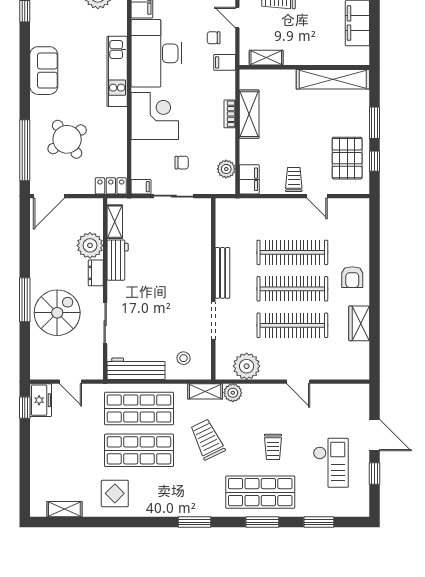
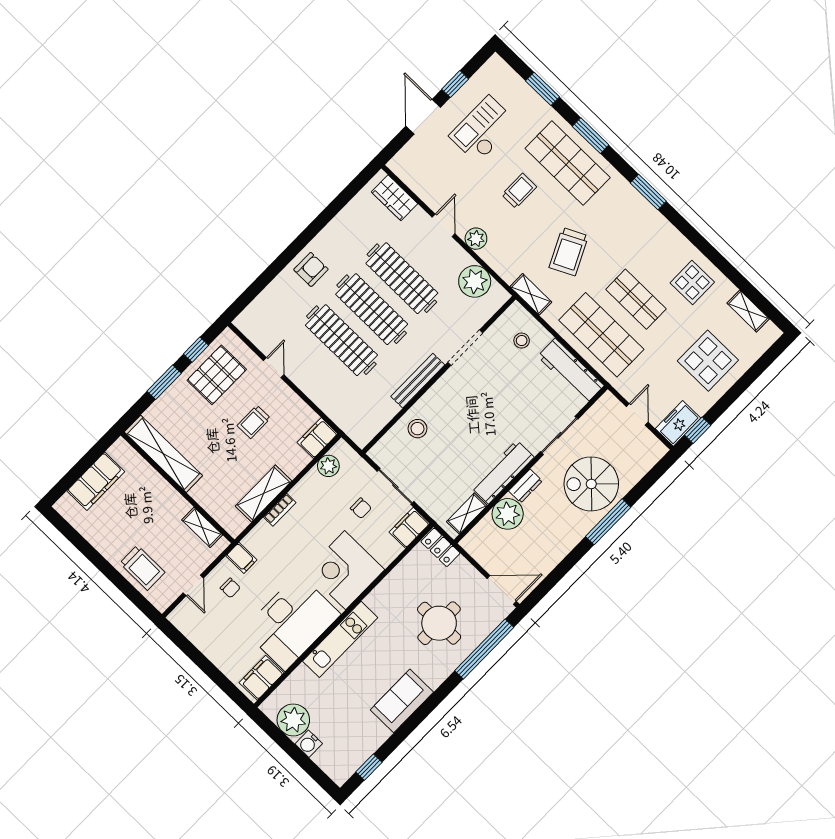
round table: (67, 139) -> (439, 623), turned 34
chair: (182, 163) -> (361, 508), turned 180
trolley: (294, 180) -> (254, 422), moved
filing cabinet: (141, 187) -> (409, 528), width x2.00
stool: (194, 244) -> (417, 429), added
workbench: (118, 260) -> (503, 472), width x1.38
wardrobe: (359, 323) -> (395, 198), moved, turned 90
plant: (233, 393) -> (476, 239), moved
shop shelf: (139, 450) -> (636, 299), width x0.70, depth x0.74
display table: (59, 456) -> (708, 361), added

